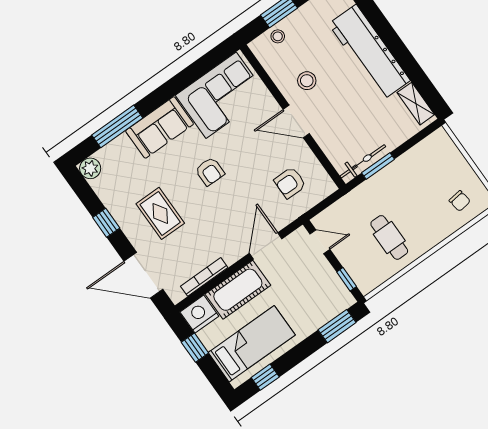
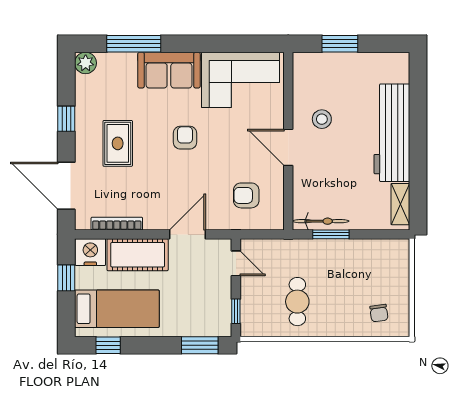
stool: (278, 36) -> (324, 64), removed
armchair: (210, 171) -> (185, 138), turned 180

